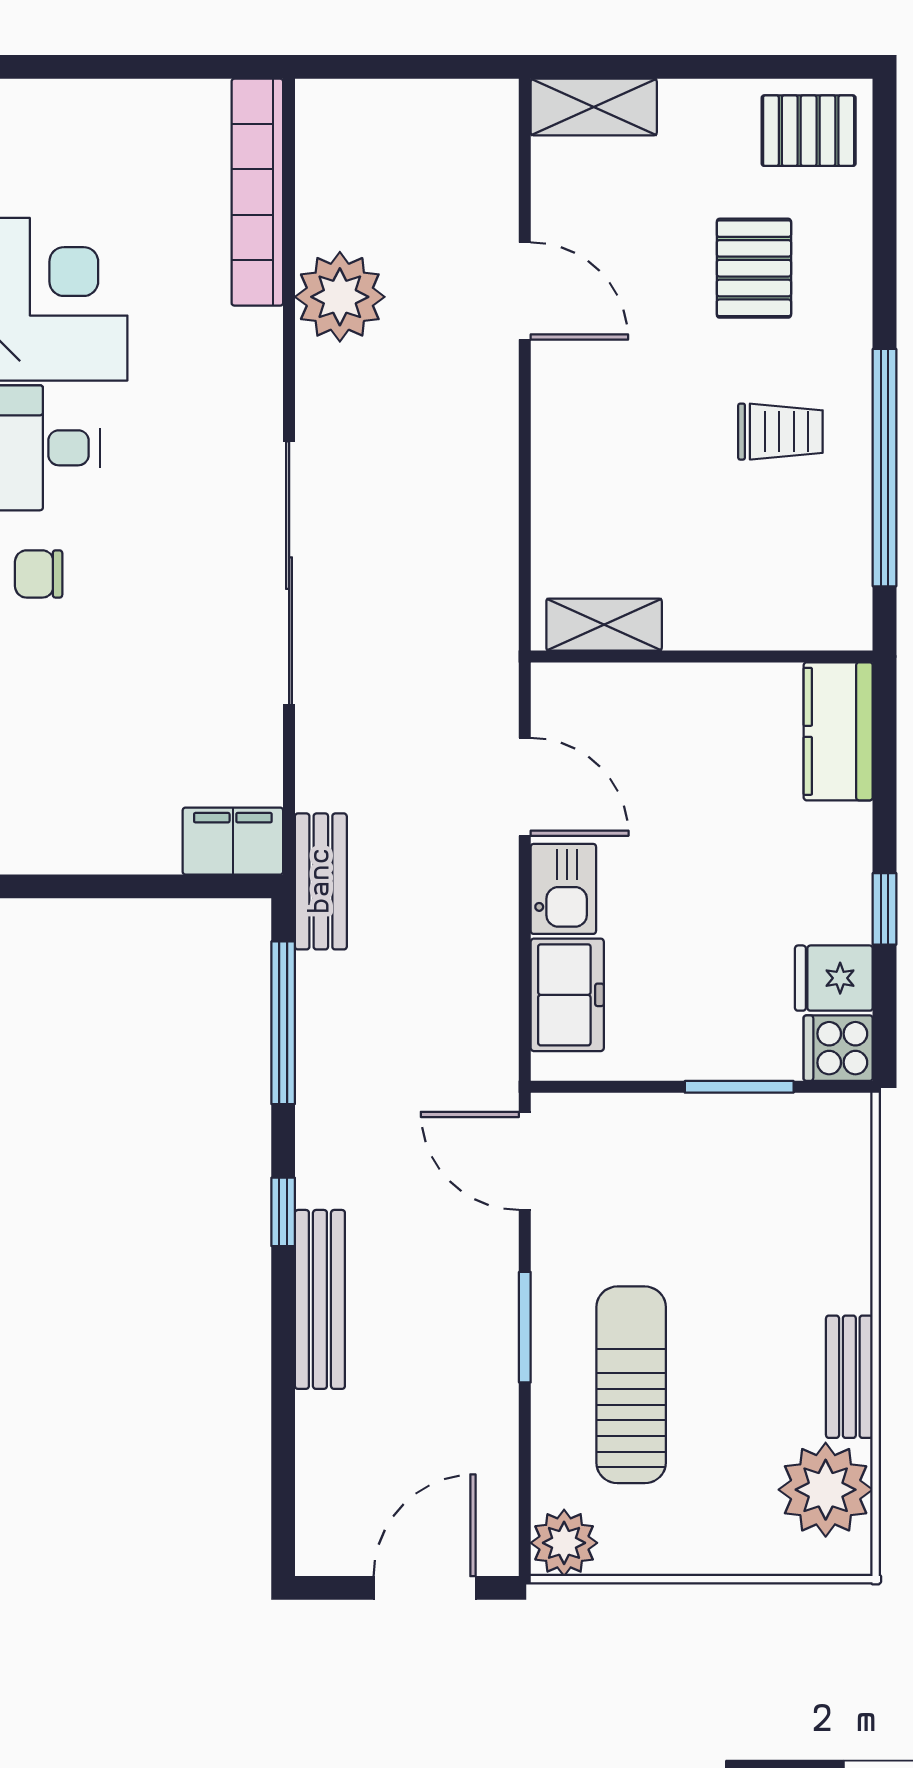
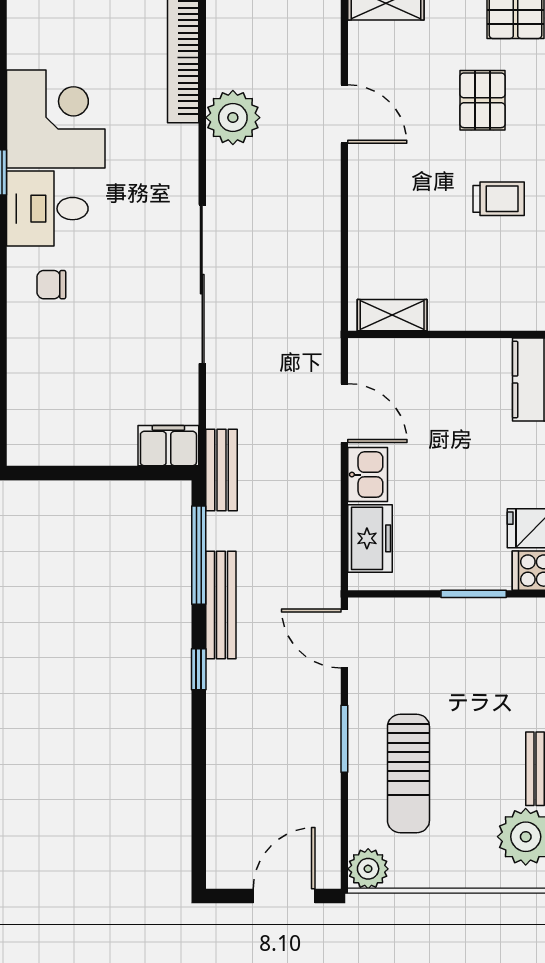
bench: (320, 1299) -> (221, 605), moved
sun lounger: (631, 1385) -> (408, 774), turned 180

